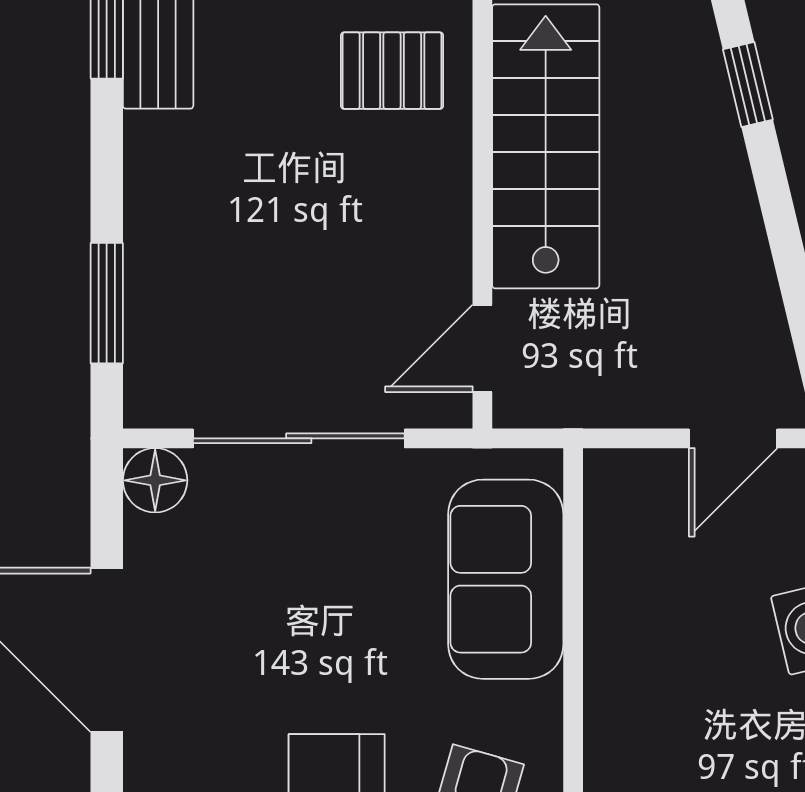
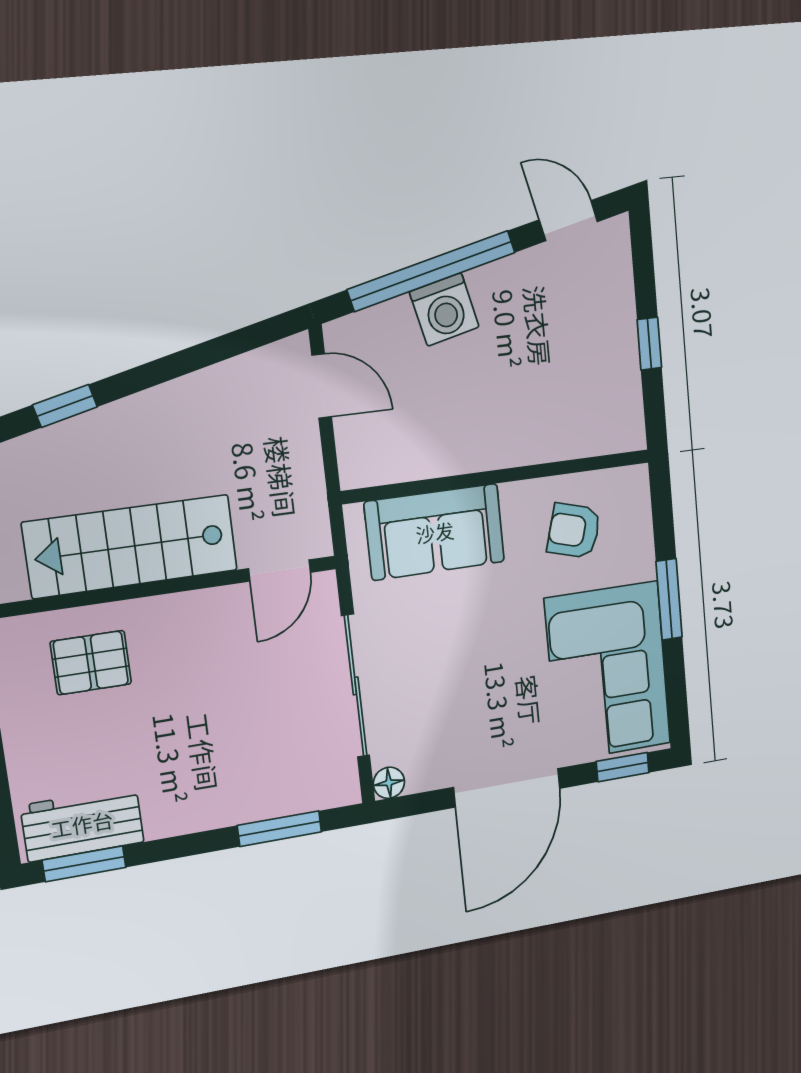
pallet: (392, 71) -> (91, 663), turned 90
door: (482, 348) -> (280, 570), hinge flipped
floor lamp: (155, 480) -> (389, 783), width x0.73, depth x0.73

